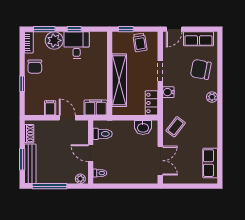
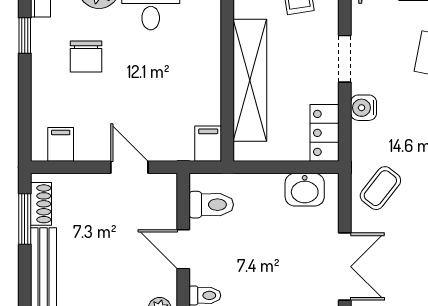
chair: (35, 67) -> (86, 57), moved
window: (22, 84) -> (25, 35), moved
filing cabinet: (50, 108) -> (61, 144), moved
filing cabinet: (96, 108) -> (208, 144), width x0.50
window: (22, 159) -> (25, 219), moved

